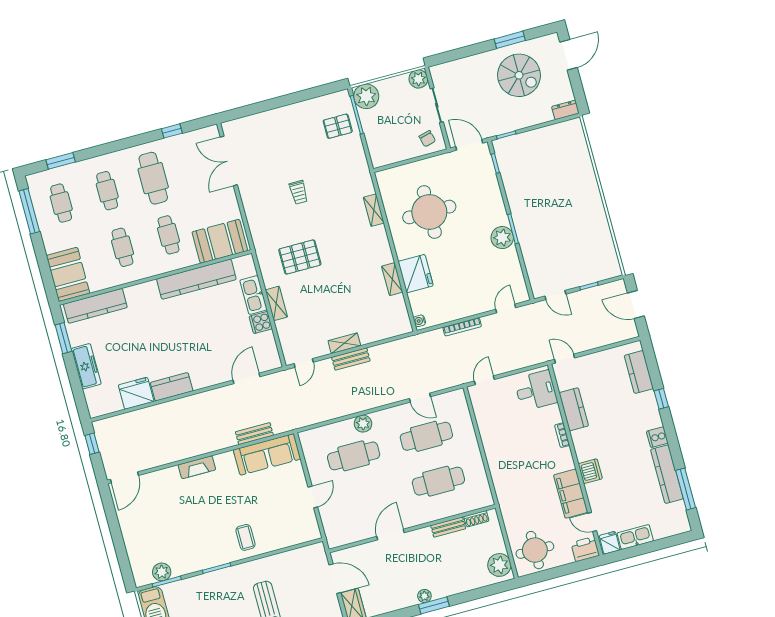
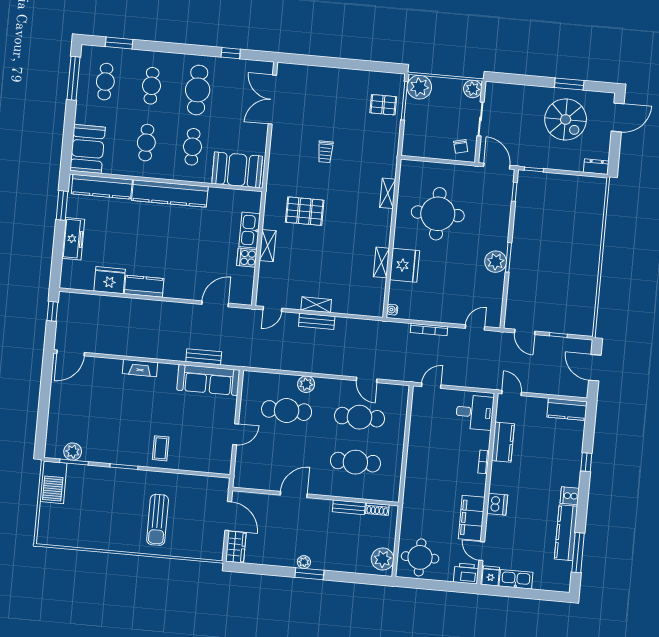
kitchen counter: (196, 279) -> (170, 193), moved
kitchen counter: (639, 372) -> (567, 409), moved, turned -90

